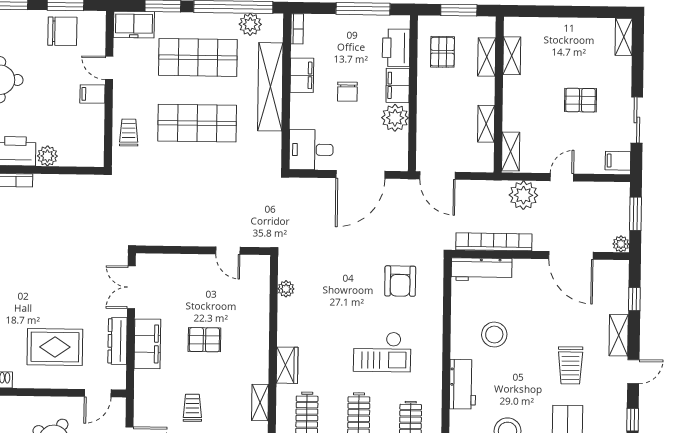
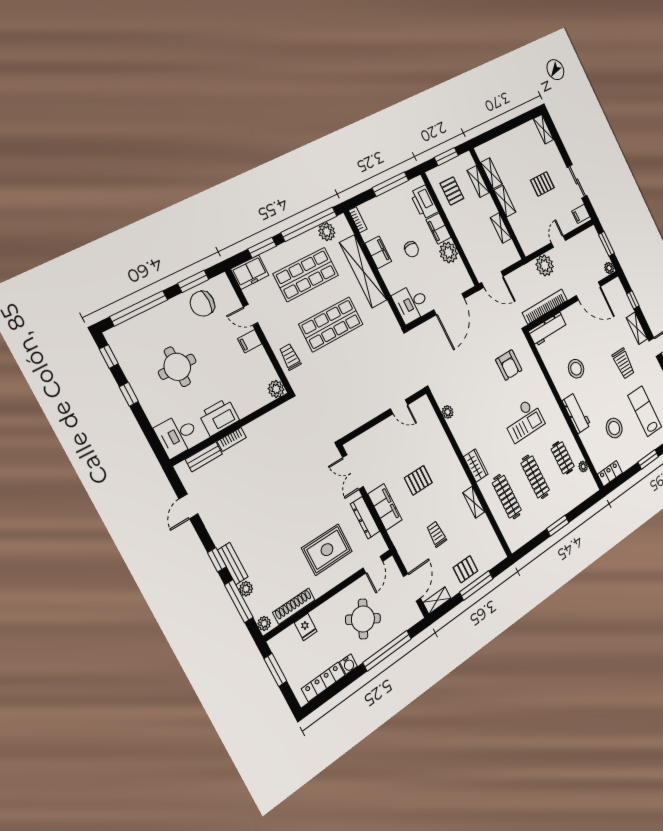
chair: (62, 31) -> (202, 304), turned 180
shelving: (511, 151) -> (505, 201), moved
plant: (47, 156) -> (276, 389), moved

